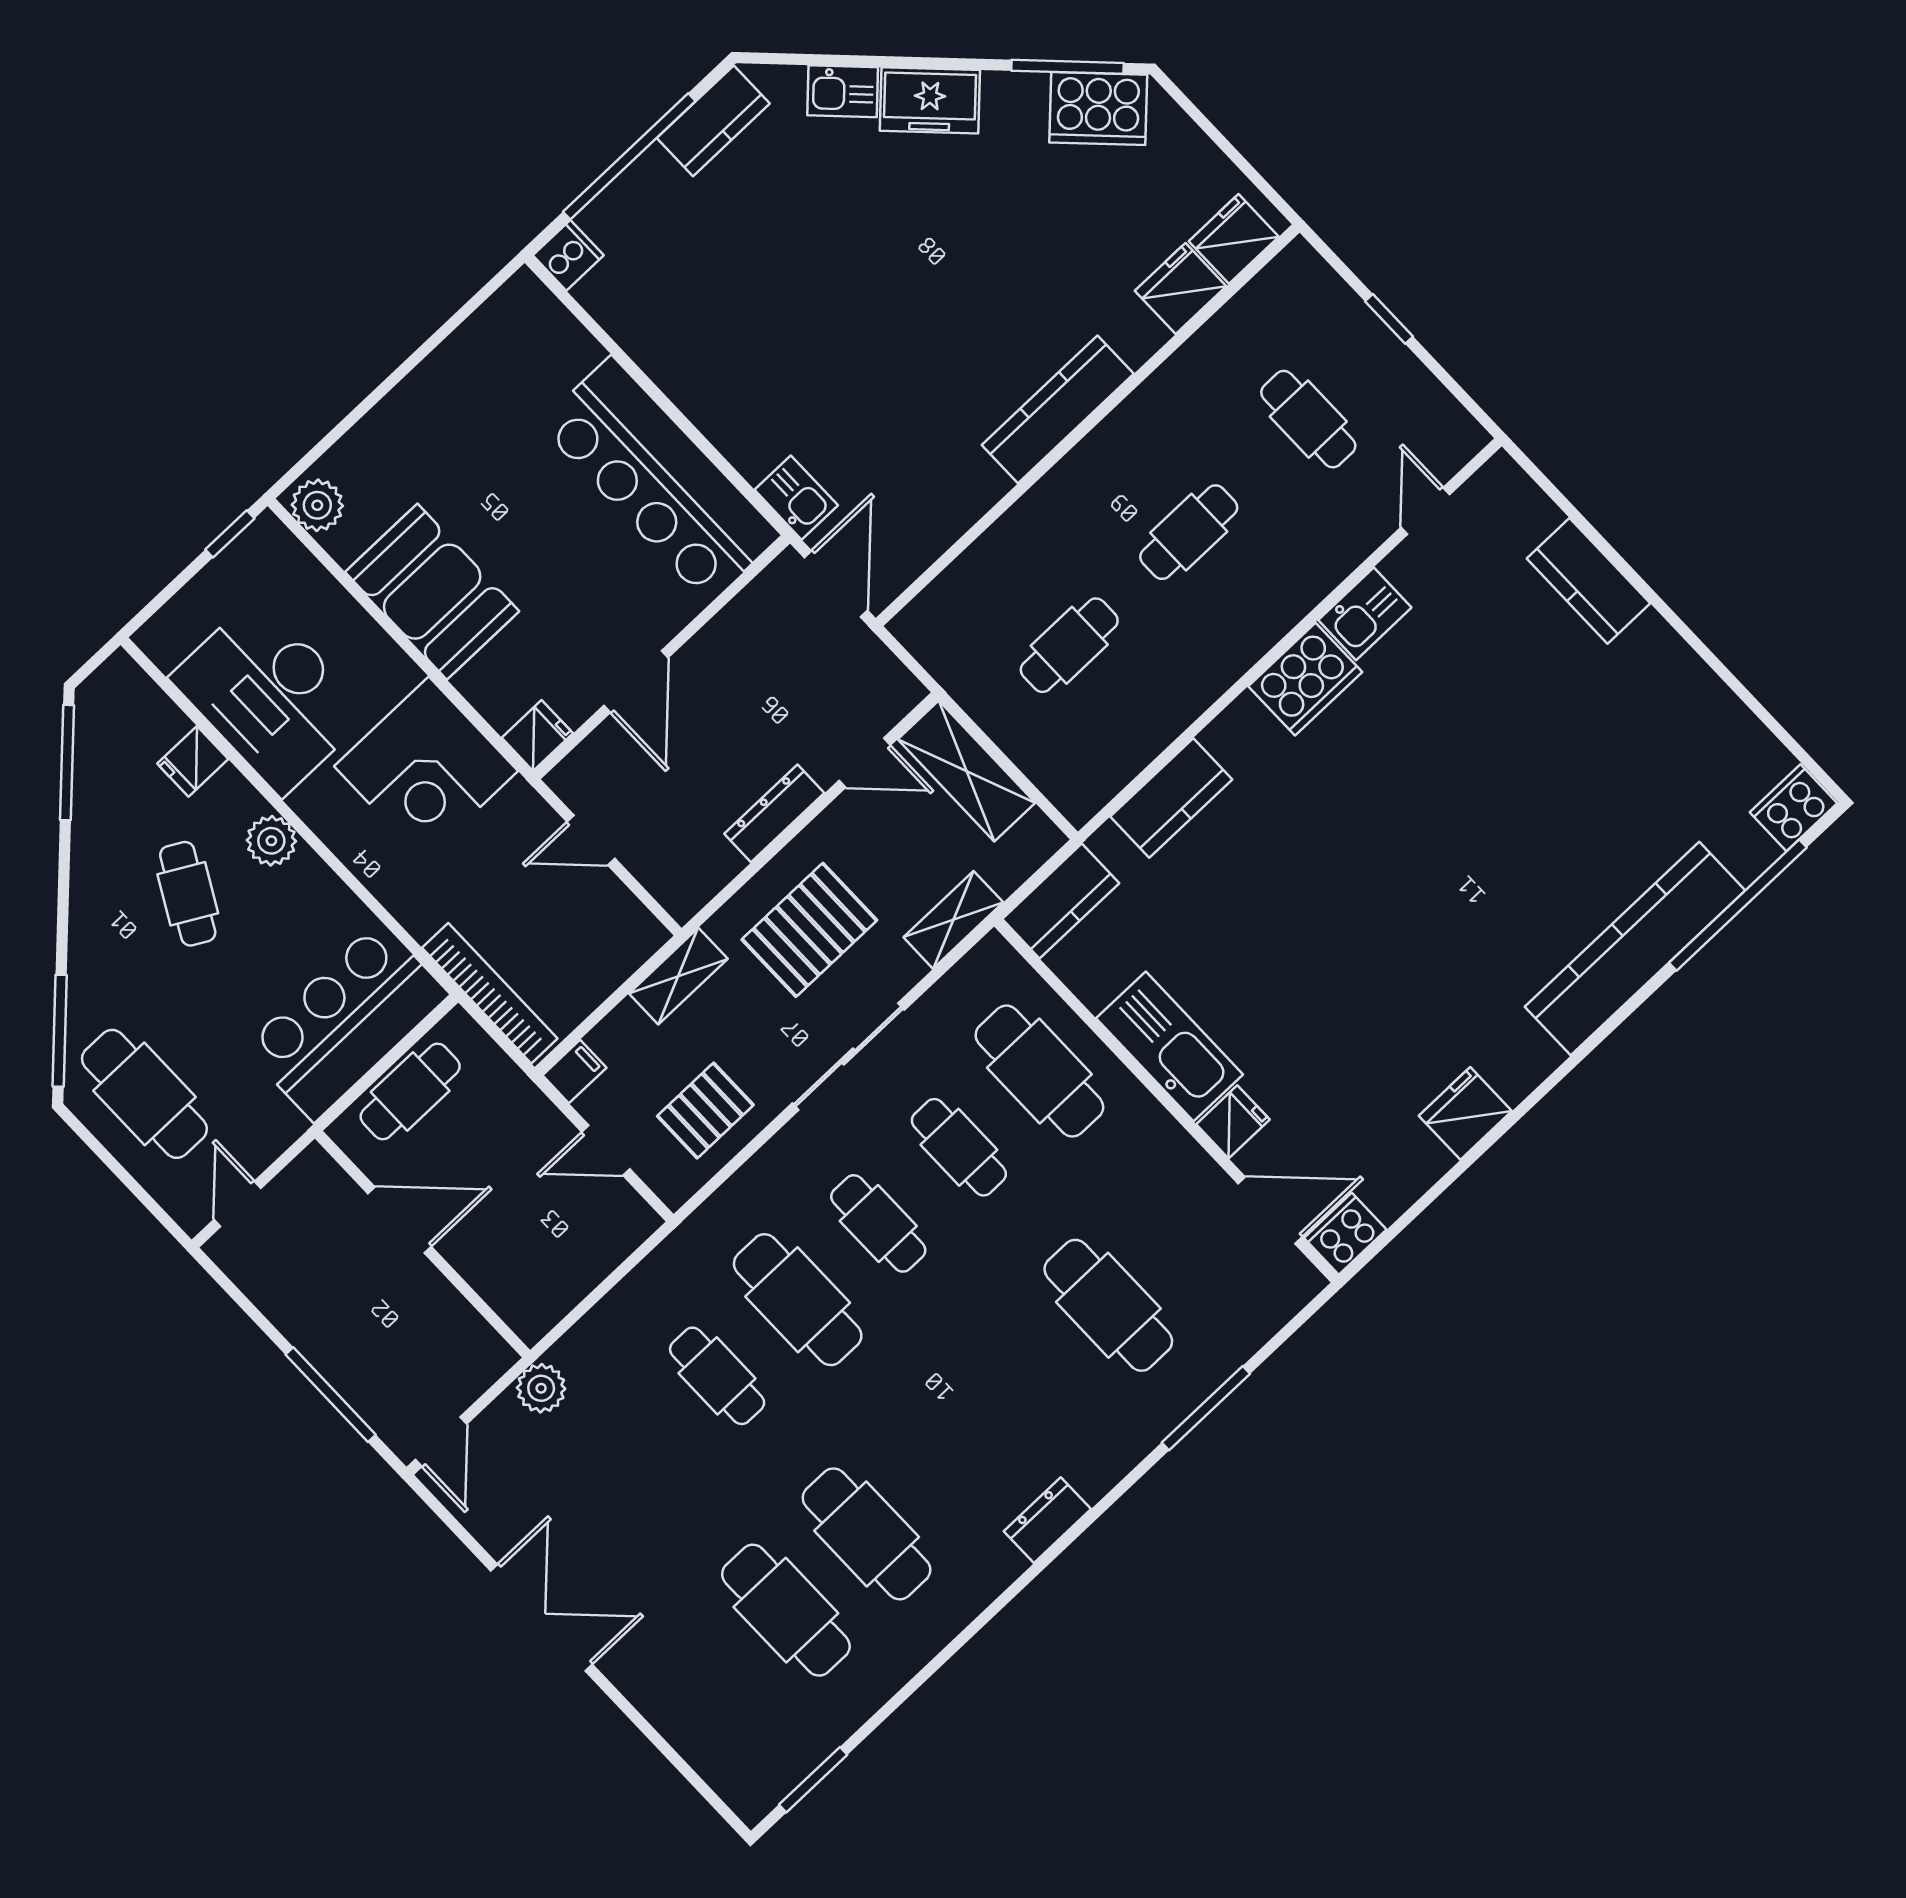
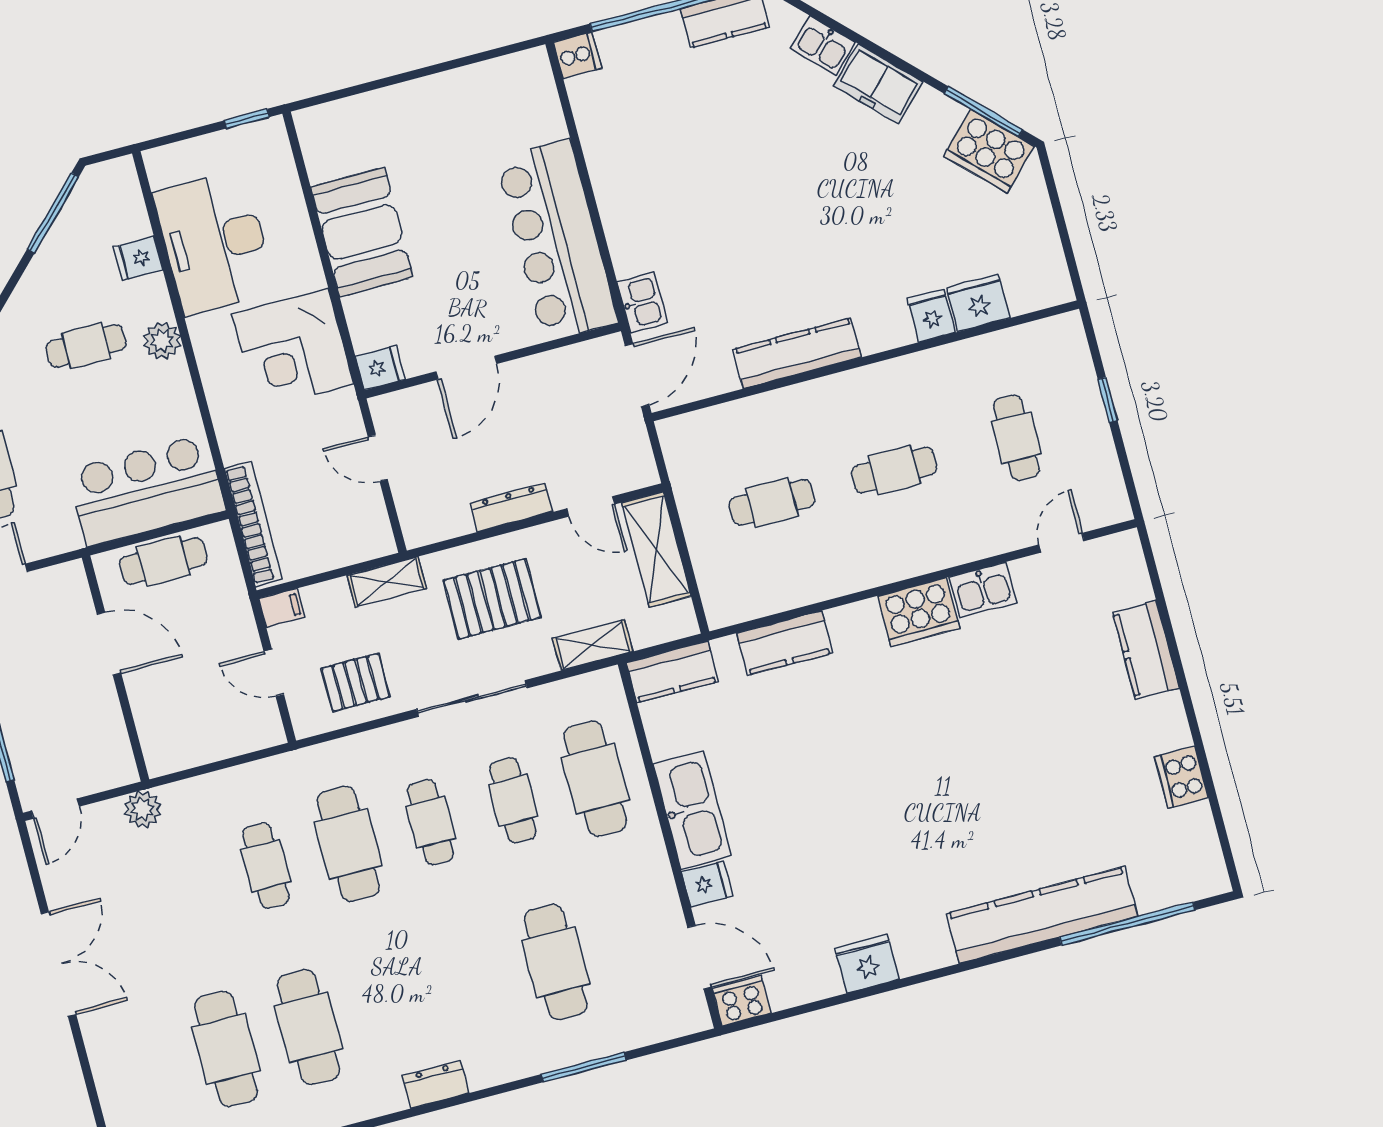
fridge: (1234, 239) -> (931, 316), moved, width x0.72
kitchen counter: (1058, 409) -> (797, 353), moved
plant: (317, 505) -> (316, 131), removed
cooker: (1794, 808) -> (1181, 777), moved, turned -90
cafe table: (188, 894) -> (86, 346), turned 61

